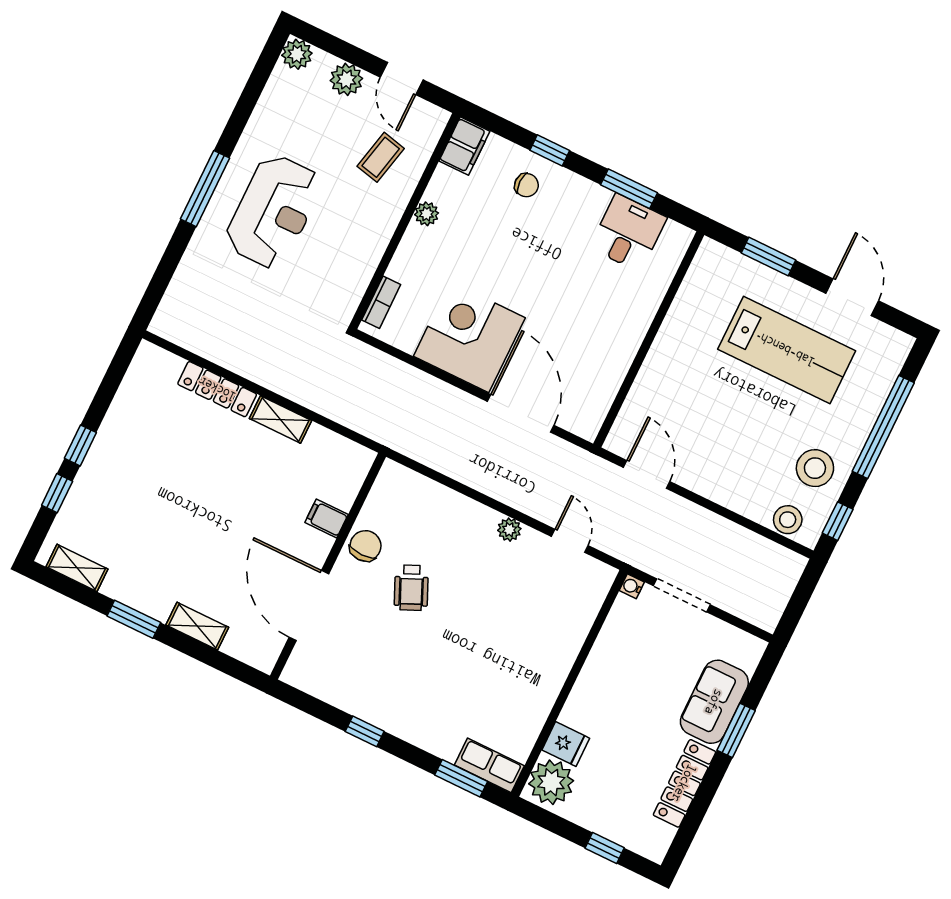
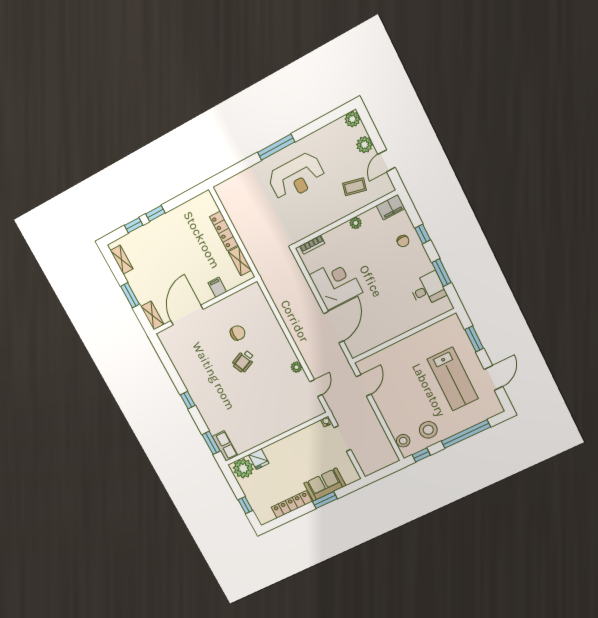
filing cabinet: (327, 518) -> (217, 287), moved
wall: (328, 566) -> (205, 306), moved
door: (309, 606) -> (187, 315), moved

